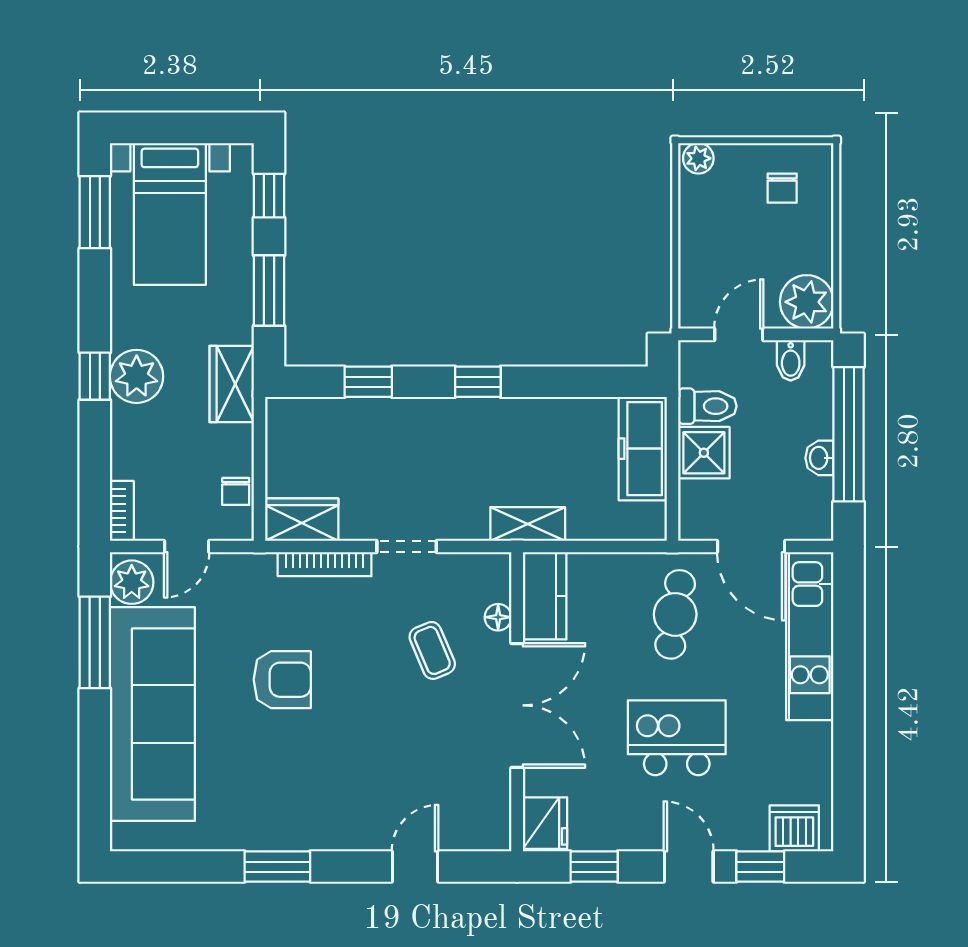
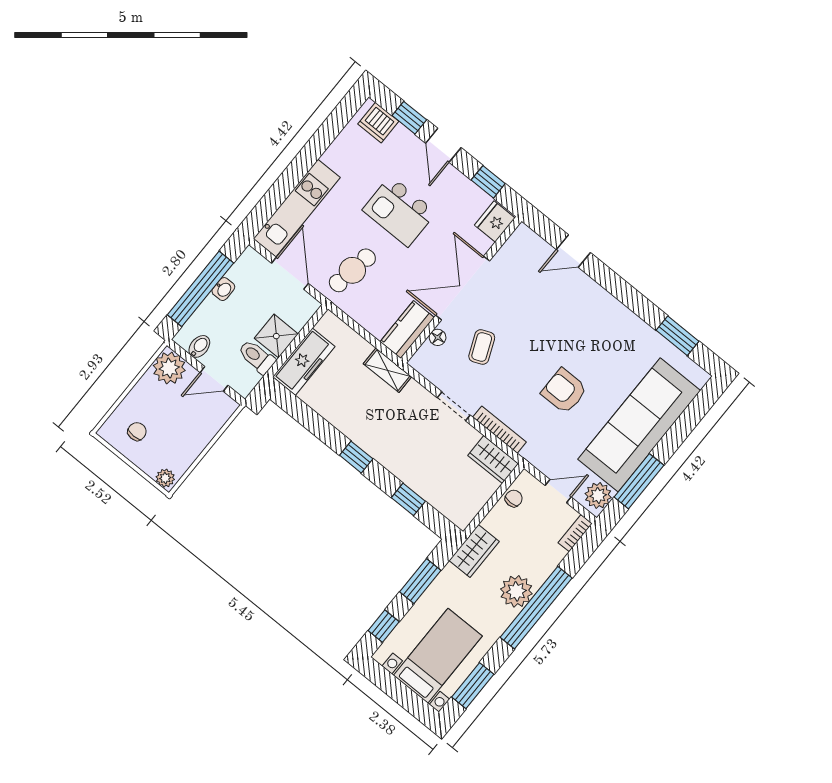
window: (95, 376) -> (536, 608), width x3.17
window: (277, 867) -> (678, 336), moved

